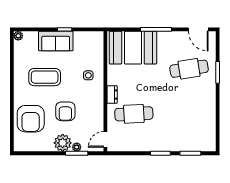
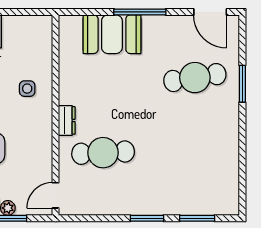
booth: (133, 48) -> (112, 34), width x0.73, depth x0.70

